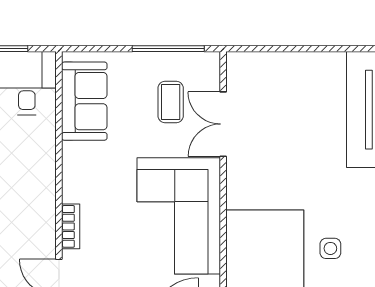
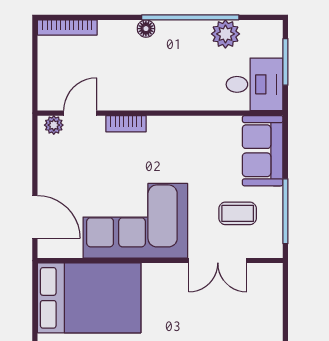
sofa: (84, 101) -> (263, 151), moved, turned 90
double door: (223, 124) -> (218, 261), swing flipped

